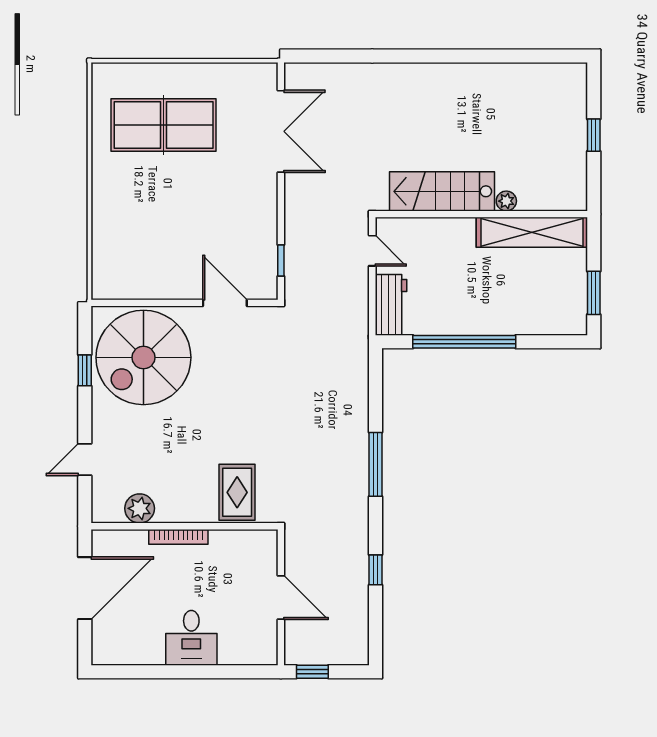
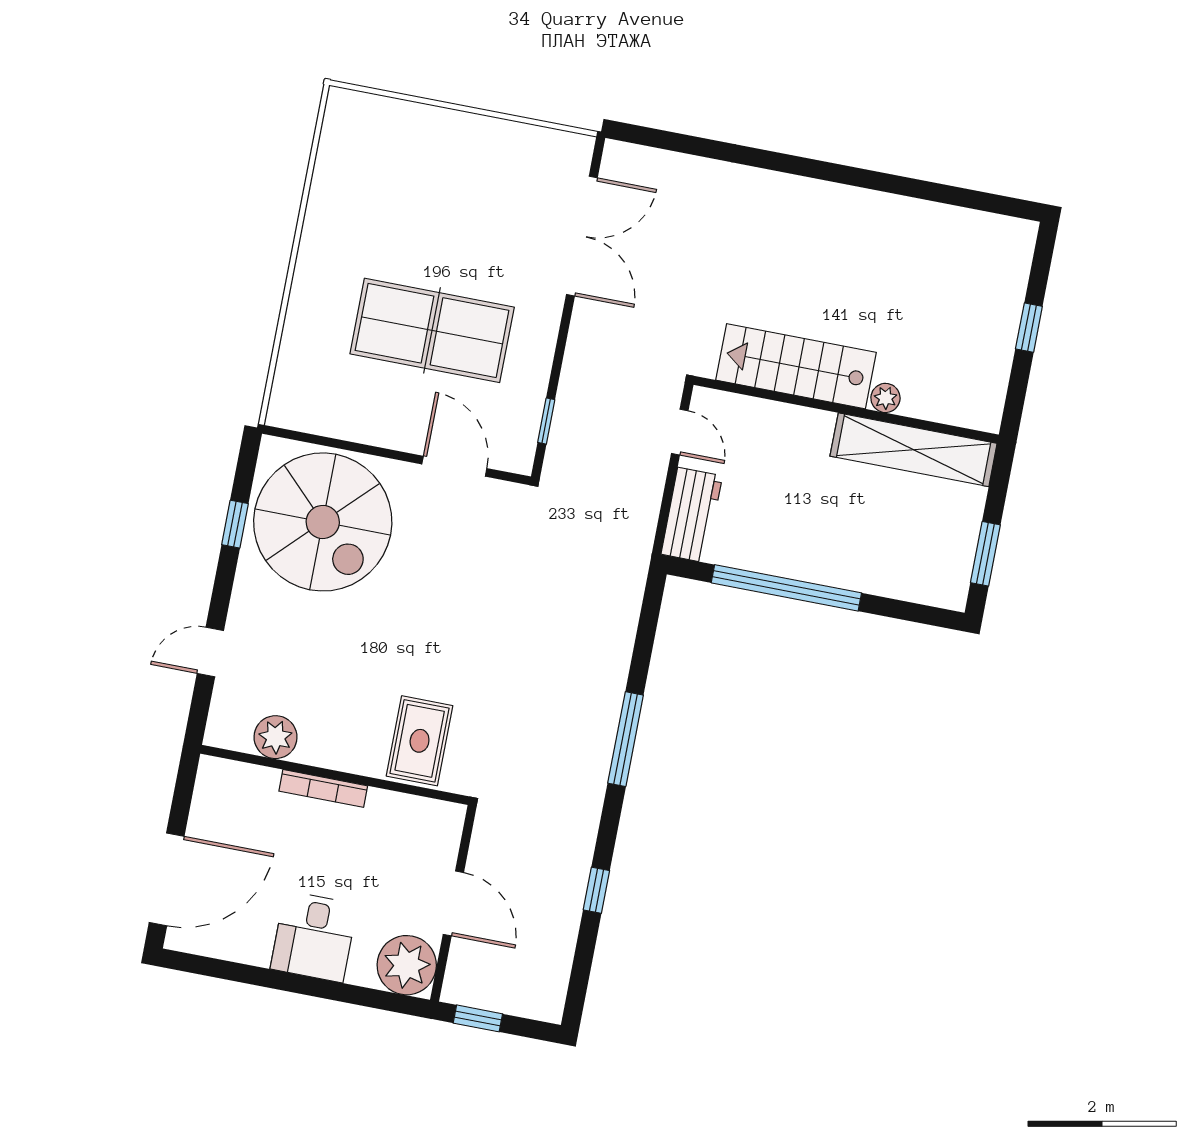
table tennis table: (164, 125) -> (432, 330), moved
spiral stairs: (143, 357) -> (323, 522), turned -90
door: (85, 588) -> (167, 879), moved
plant: (257, 645) -> (407, 965), added

